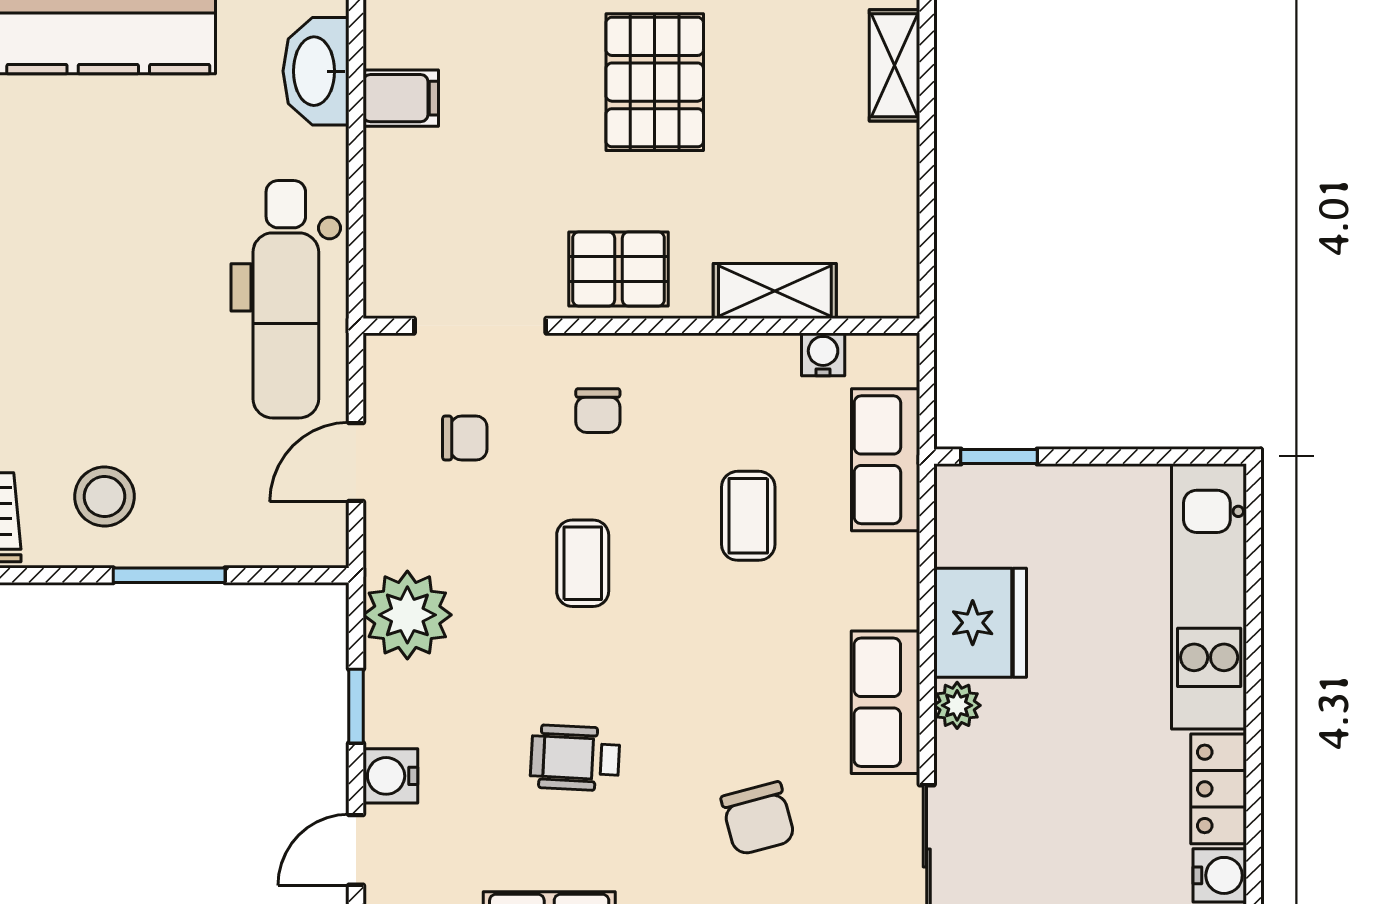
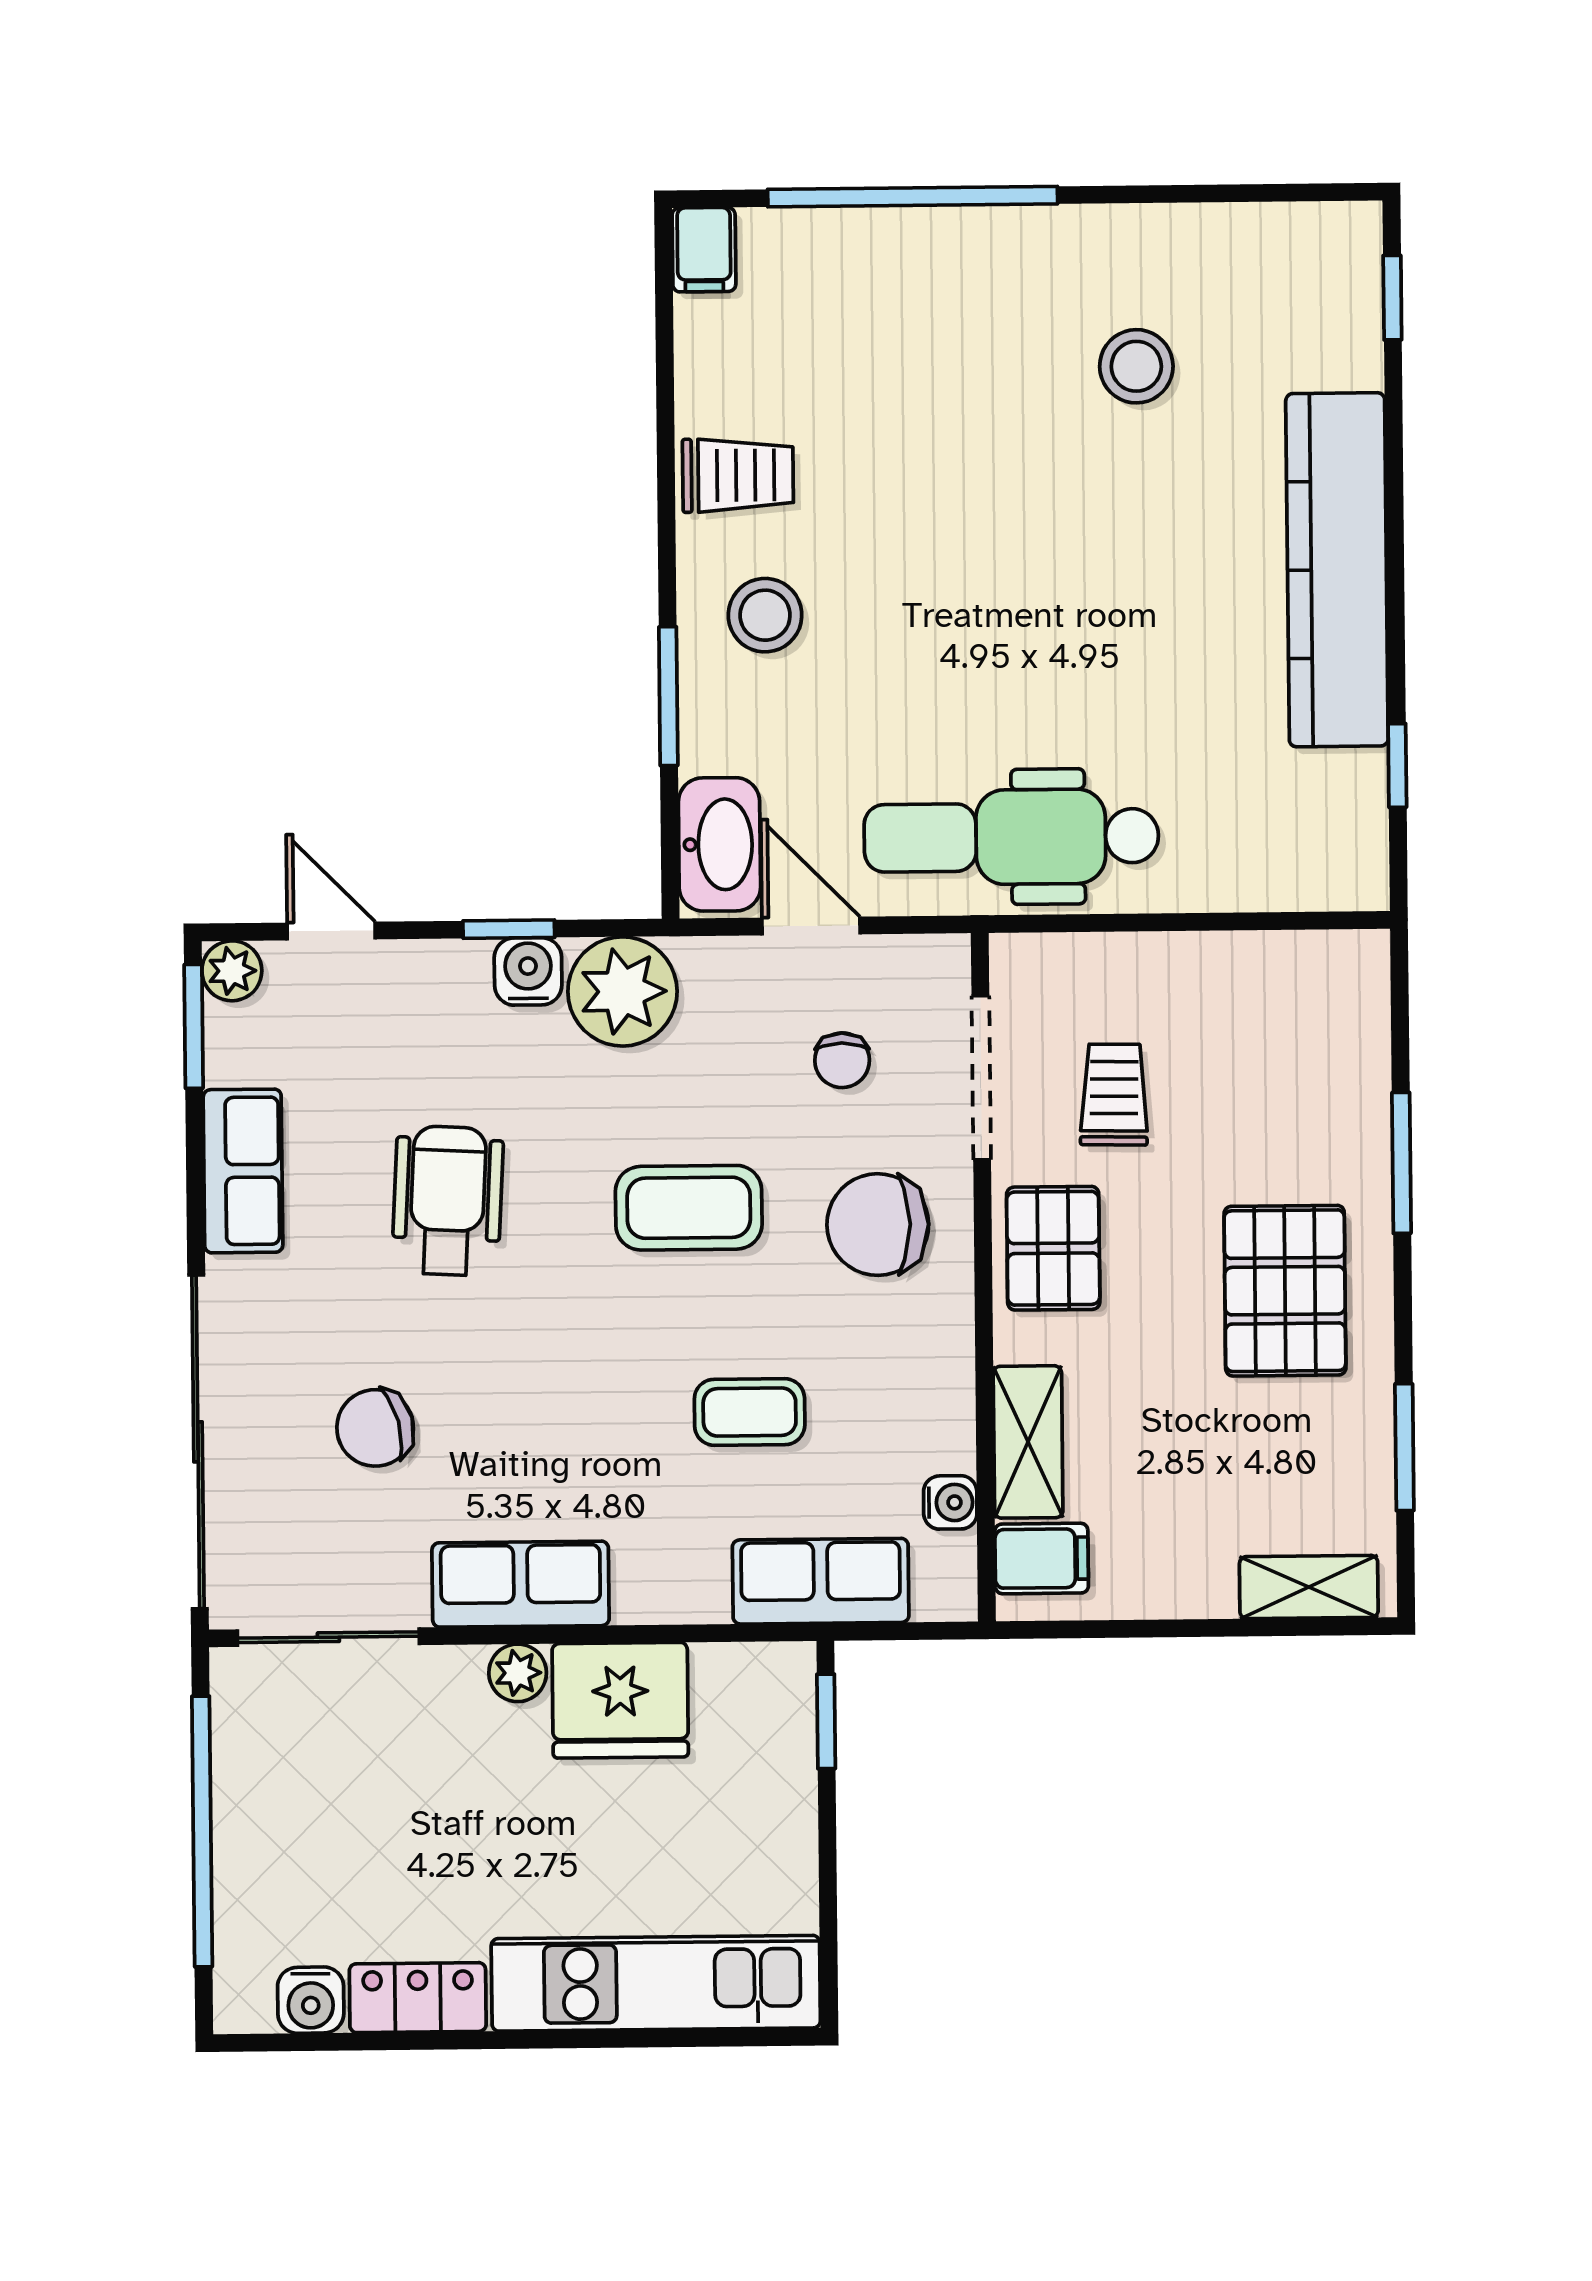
washbasin: (316, 71) -> (719, 844), moved, turned 90
pallet: (655, 82) -> (1285, 1291), turned 90
filing cabinet: (401, 98) -> (1042, 1559), moved, turned -90
trolley: (495, 219) -> (1114, 1095), added
chair: (598, 411) -> (878, 1225), width x1.87, depth x1.87
coffee table: (583, 563) -> (689, 1208), width x1.36, depth x1.30
wheelchair: (575, 758) -> (448, 1201), width x1.36, depth x1.37
water cooler: (390, 776) -> (528, 971), moved

